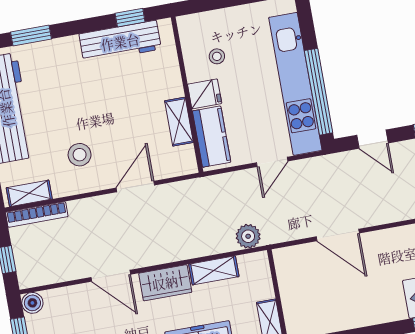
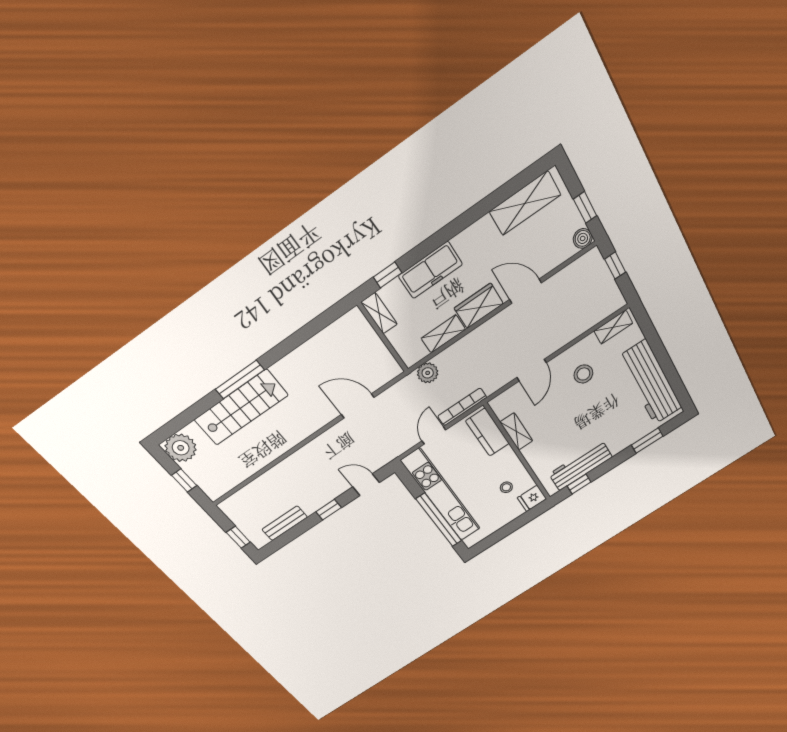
window: (319, 92) -> (439, 520), moved
fridge: (205, 94) -> (532, 498), moved
bookcase: (37, 214) -> (462, 407), moved

